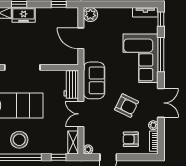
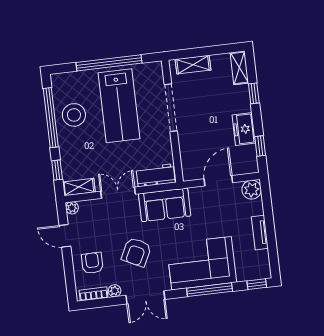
tv unit: (145, 12) -> (260, 233), moved
freezer: (24, 15) -> (244, 129), moved

